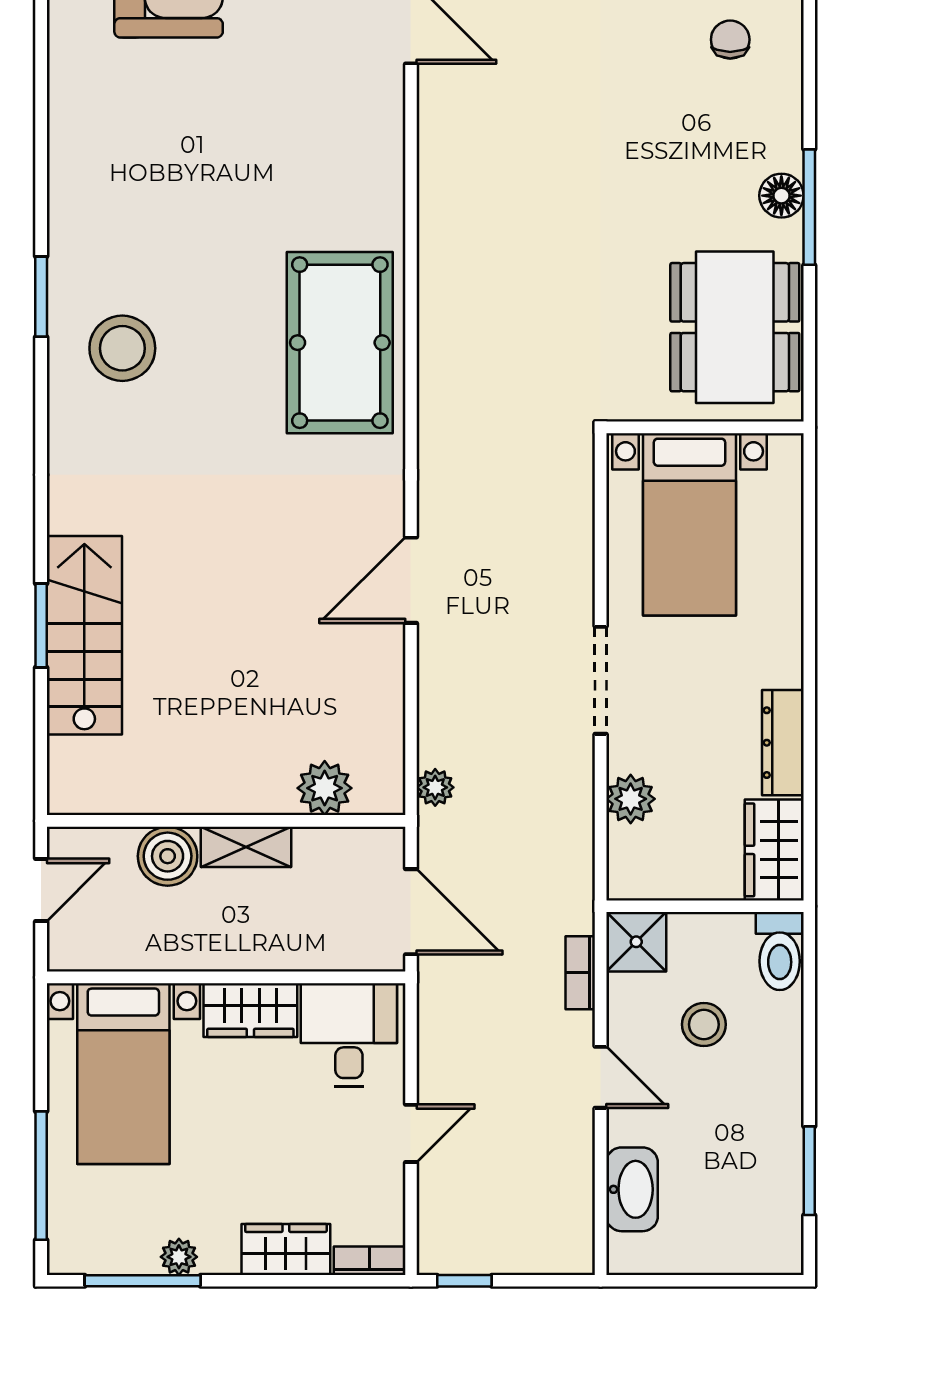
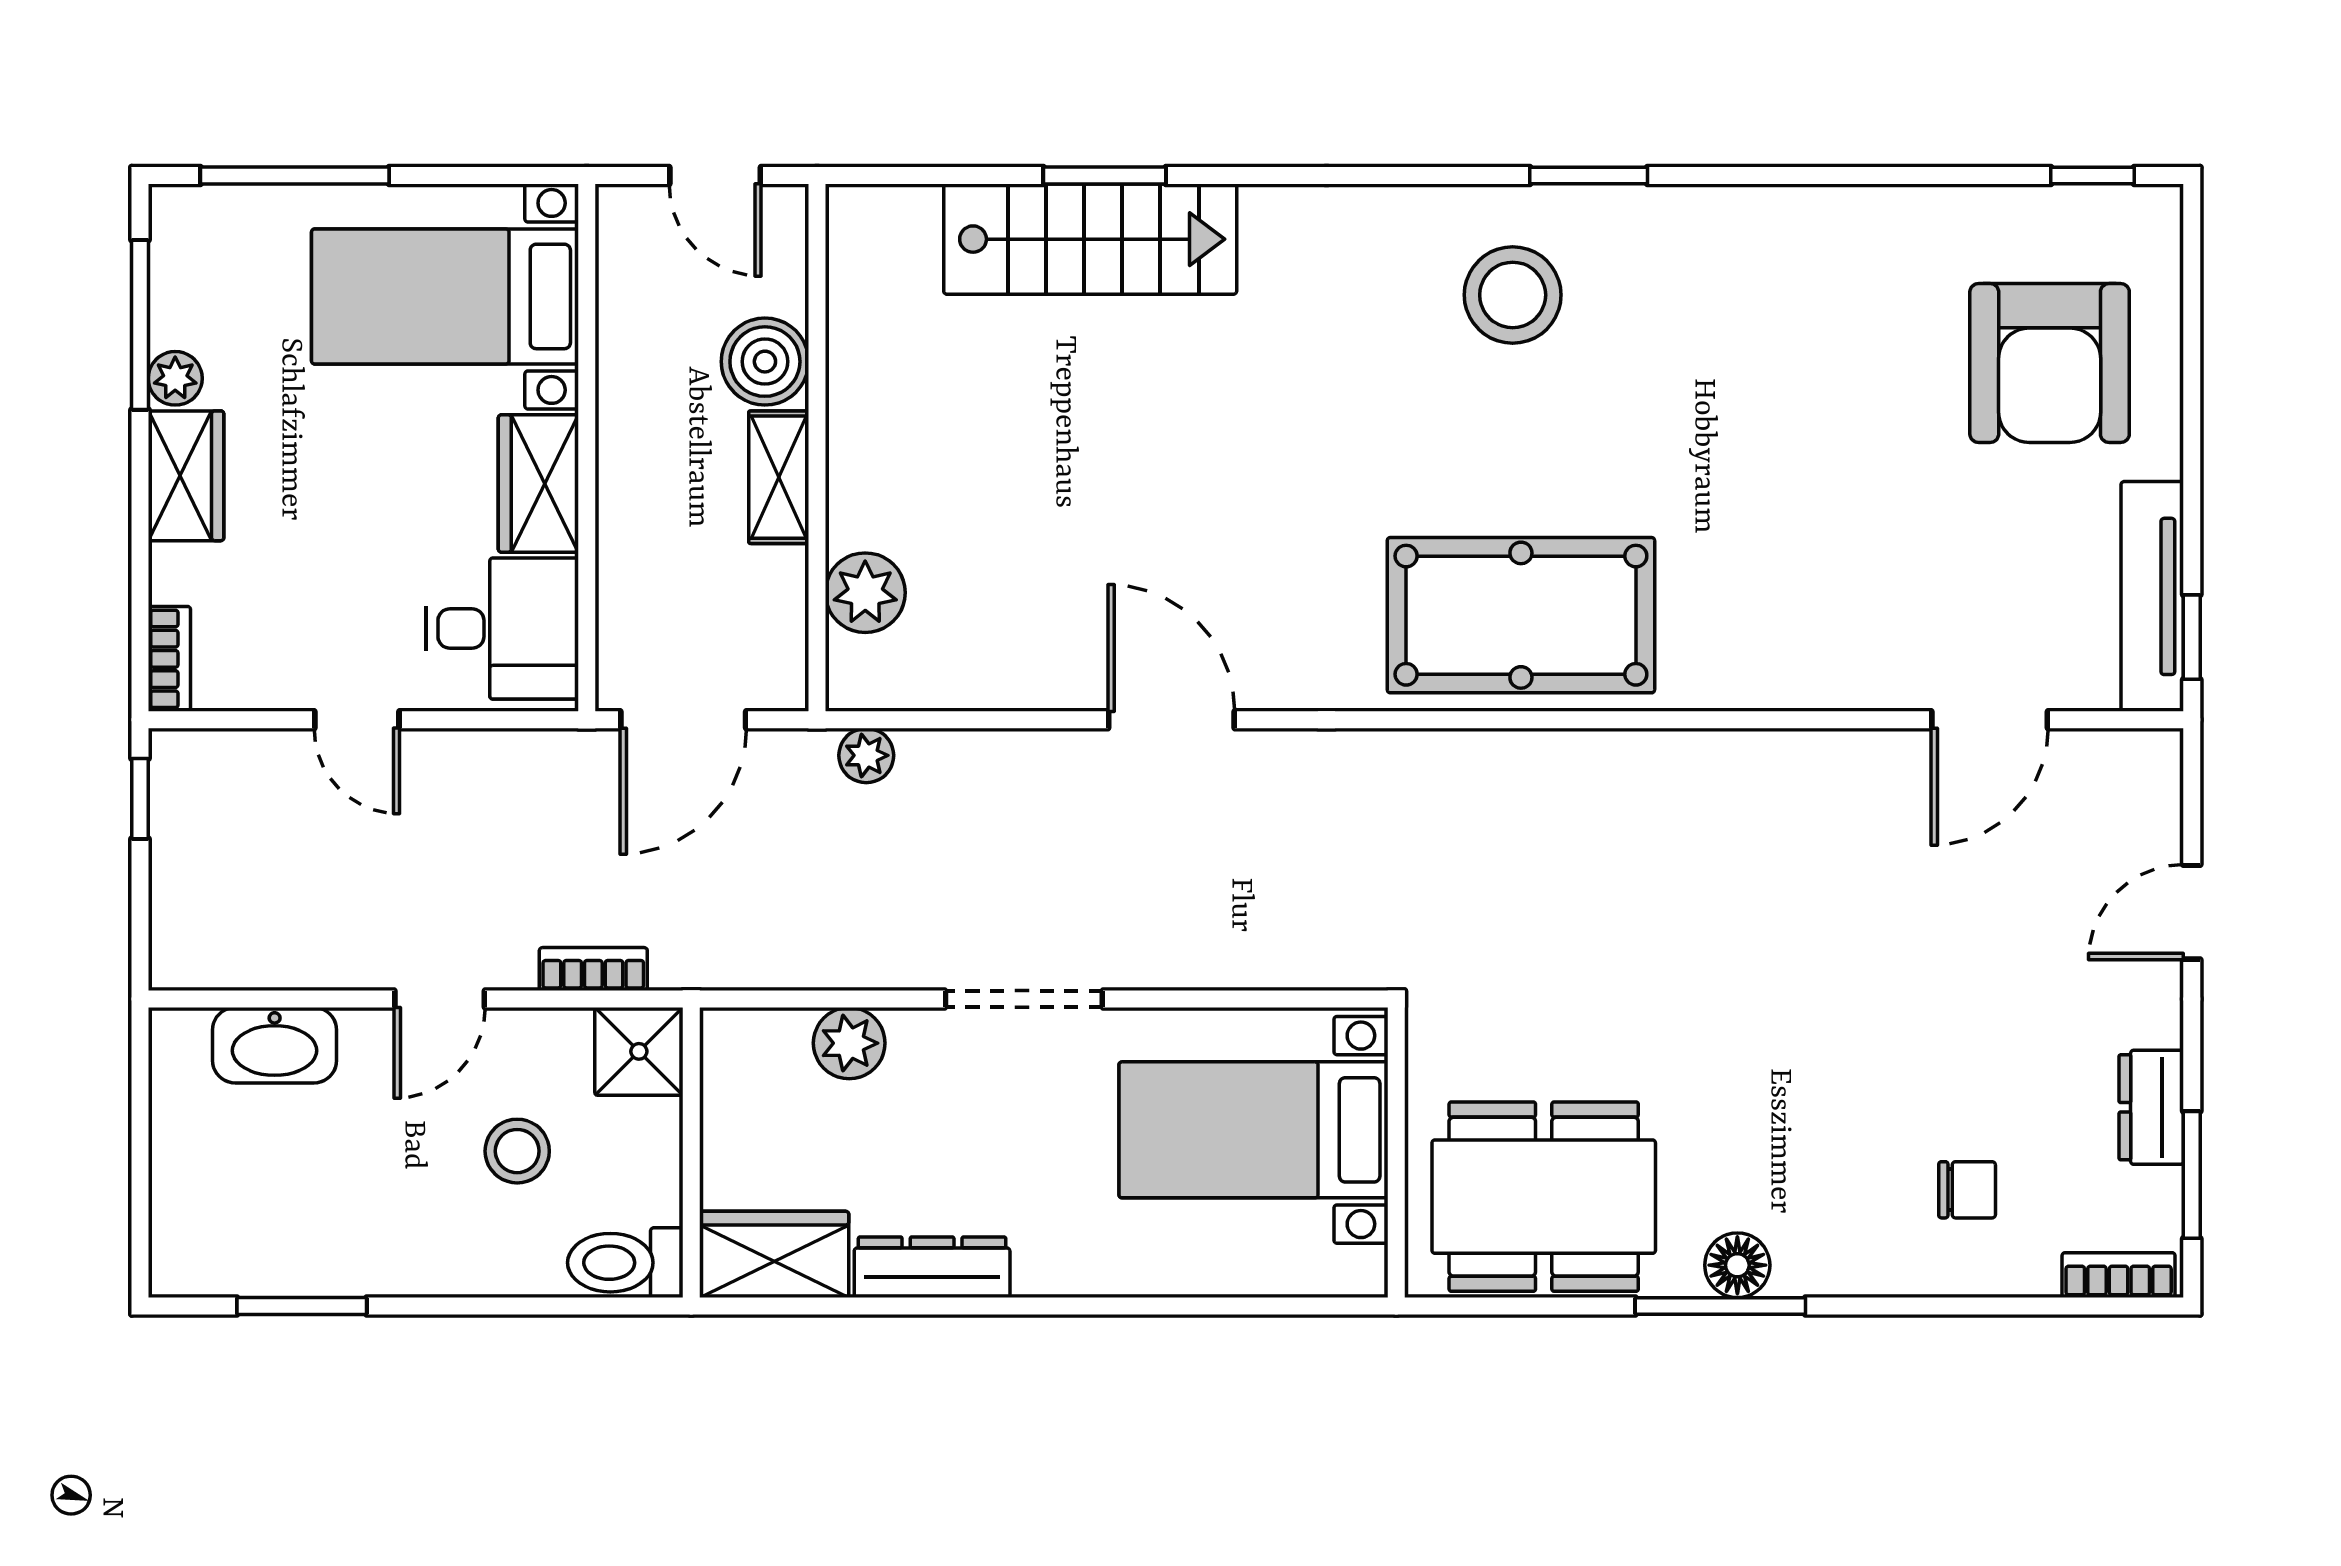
wardrobe: (286, 1249) -> (186, 476), moved

